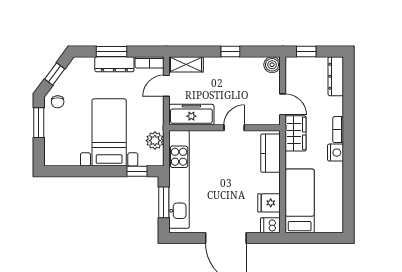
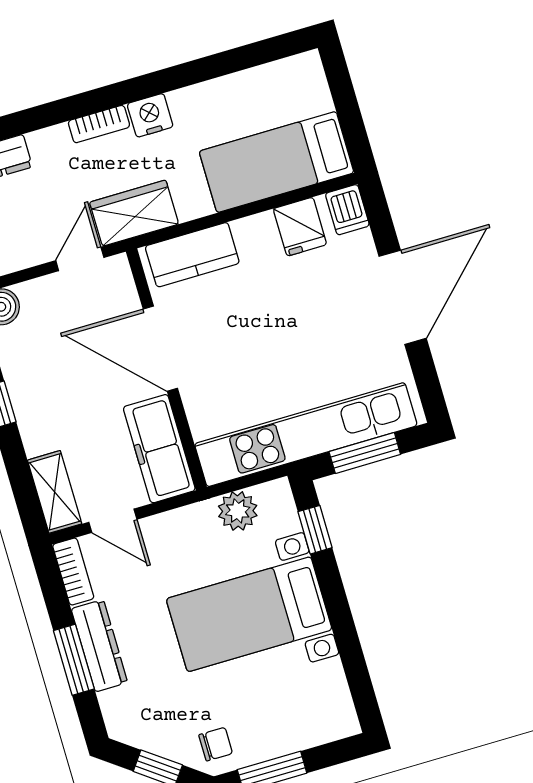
door: (234, 128) -> (160, 349), width x1.88

